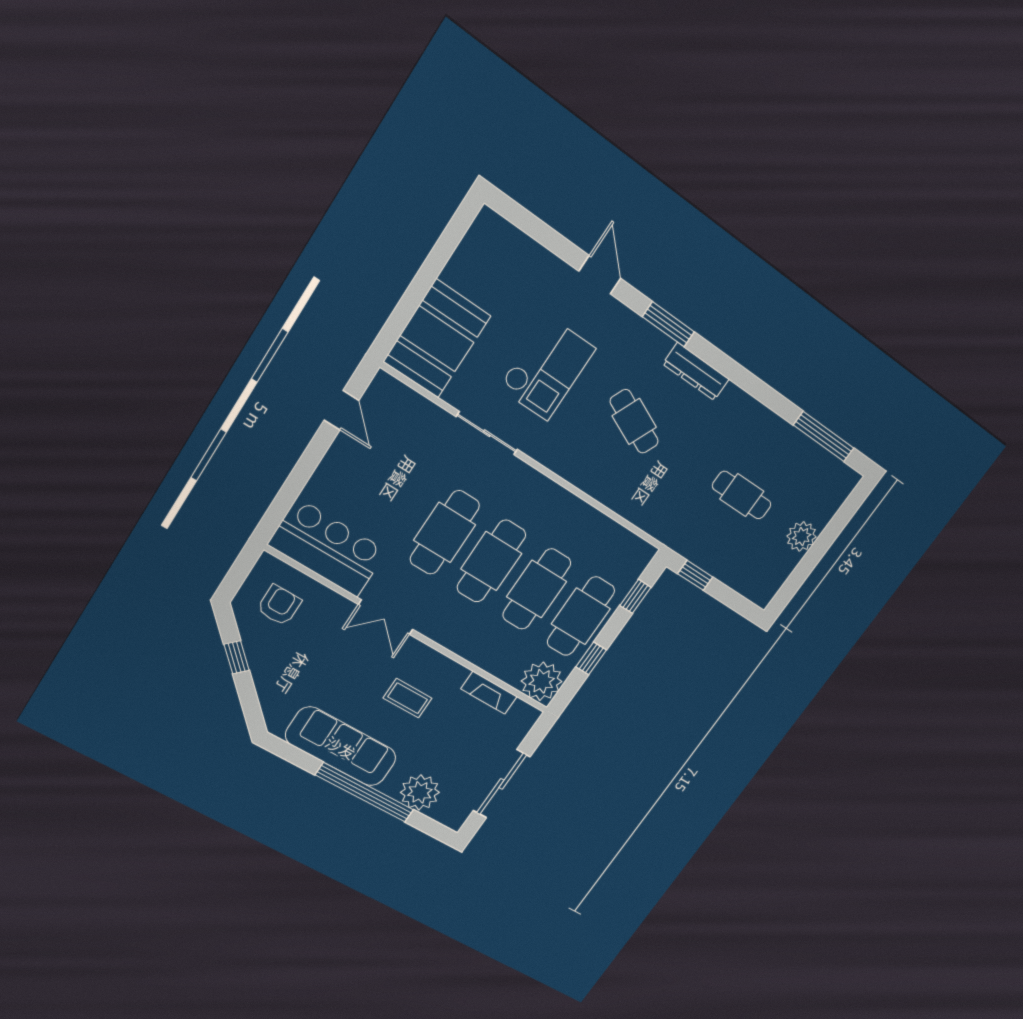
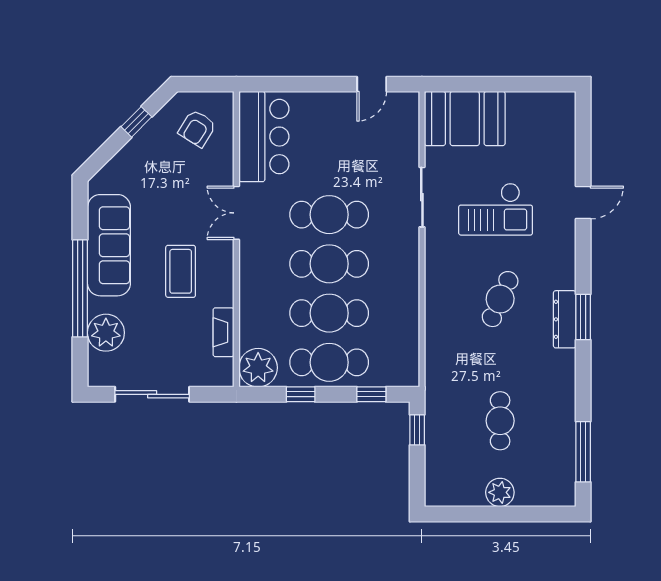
window: (668, 324) -> (583, 317), moved
armchair: (279, 605) -> (197, 128), turned 122
coffee table: (408, 698) -> (181, 271), width x1.36, depth x1.30

